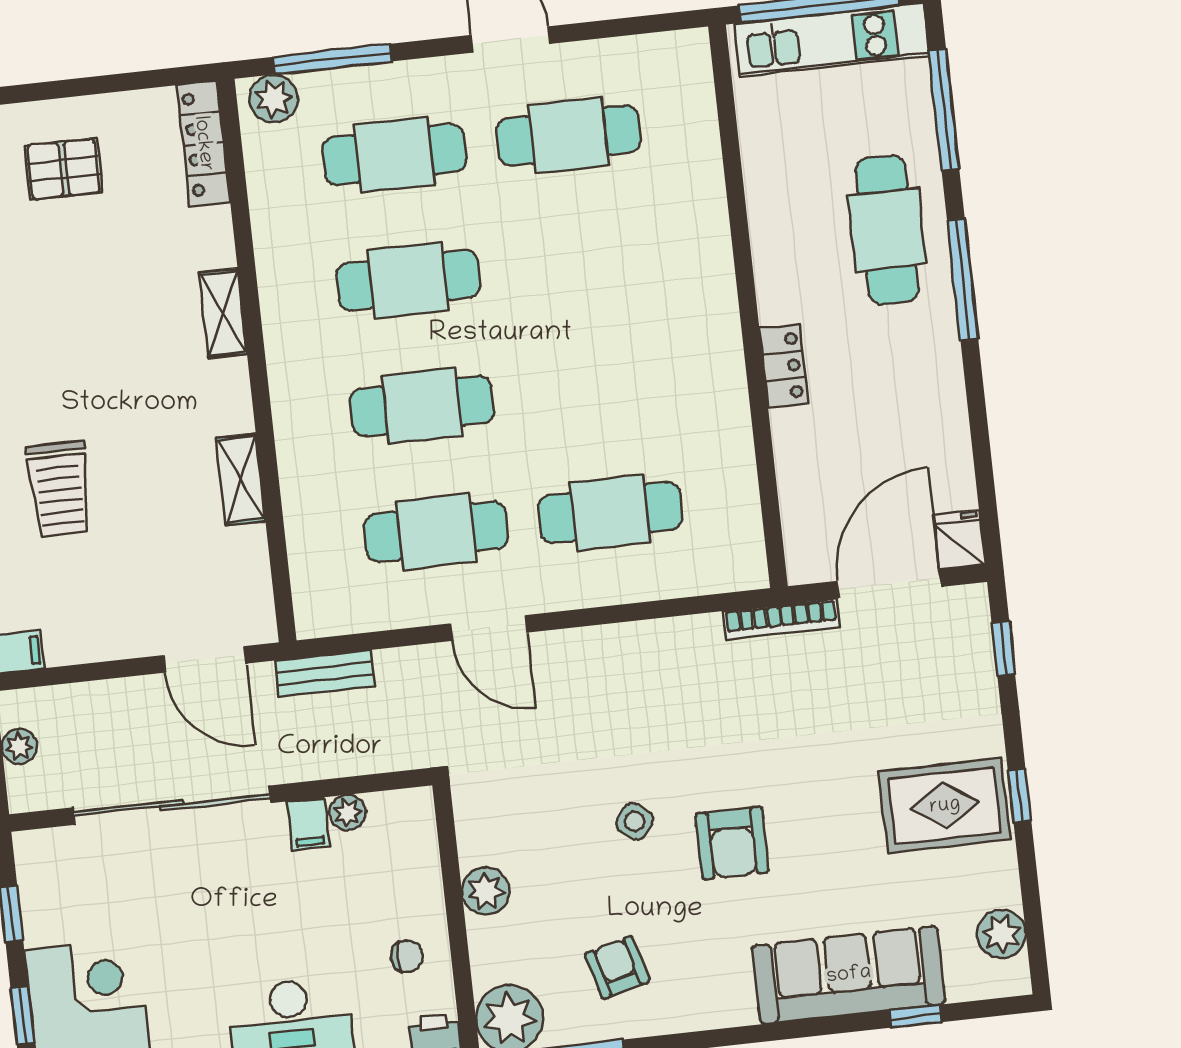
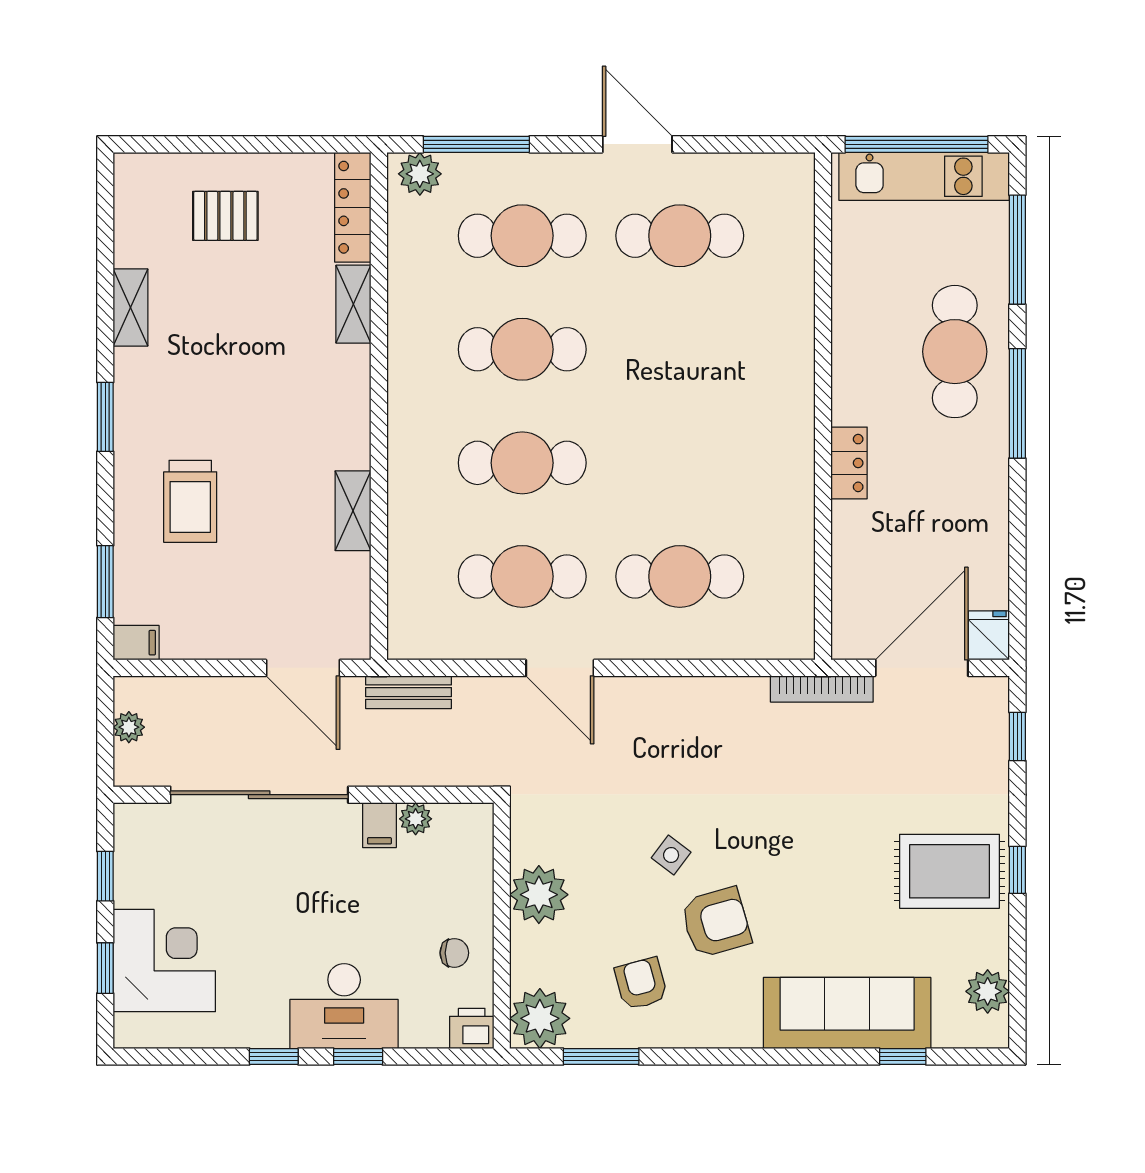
shelving: (223, 313) -> (353, 304), moved
armchair: (732, 843) -> (716, 922), moved, turned -106
plant: (486, 891) -> (539, 895), width x1.36, depth x1.36

